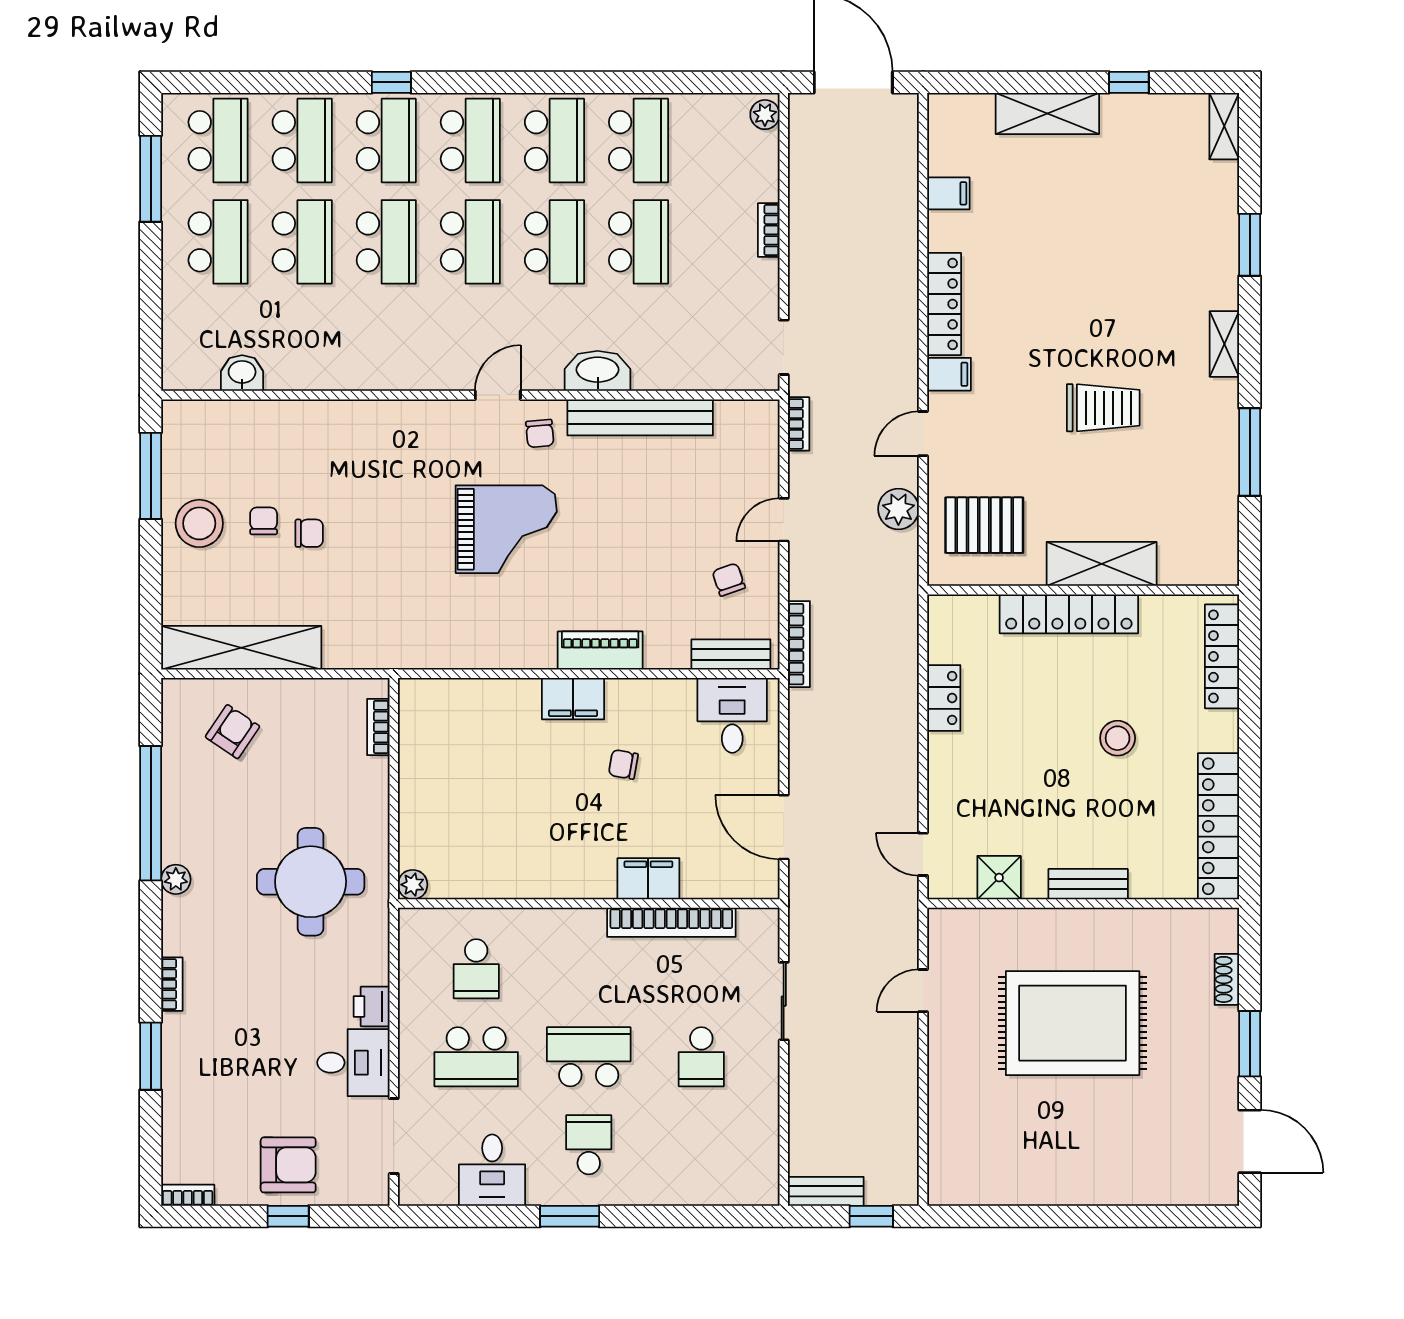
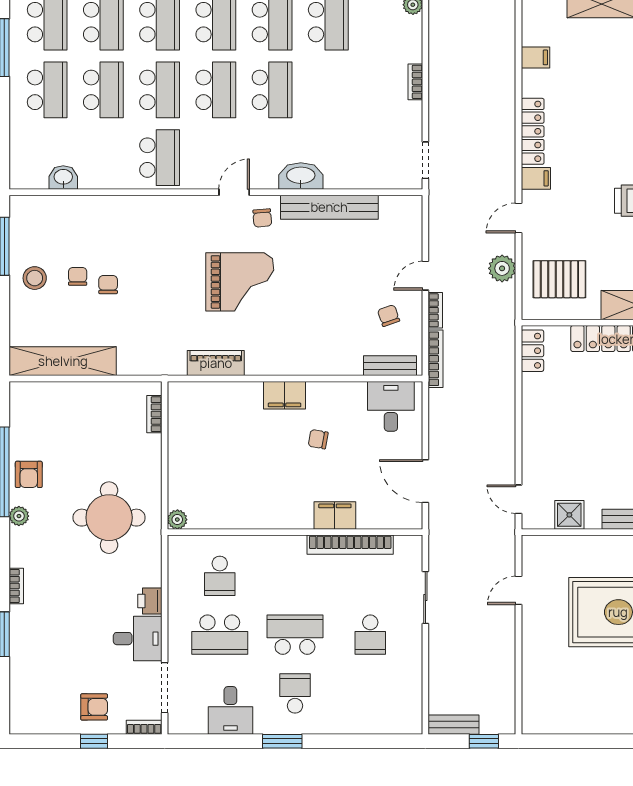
school desk: (638, 242) -> (160, 158), moved
bookcase: (799, 424) -> (435, 310), moved
stool: (199, 523) -> (35, 278), width x0.73, depth x0.73
chair: (309, 533) -> (108, 285), turned -90
piano: (600, 650) -> (216, 363), moved
locker: (944, 698) -> (532, 351), moved
armchair: (233, 732) -> (29, 474), moved, turned 146
armchair: (288, 1165) -> (94, 707), width x0.72, depth x0.72
bookcase: (188, 1195) -> (144, 727), moved

